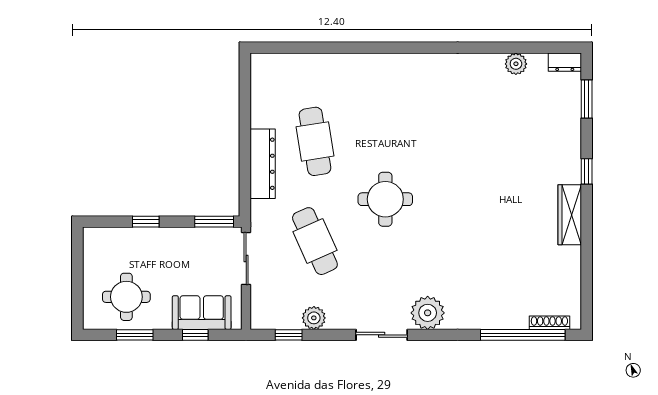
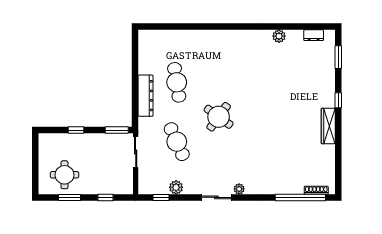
dresser: (565, 62) -> (314, 35), moved
plant: (516, 64) -> (279, 36), moved
round table: (385, 199) -> (219, 117), turned 36
sofa: (202, 313) -> (109, 184), removed
plant: (428, 313) -> (239, 189), width x0.53, depth x0.53

